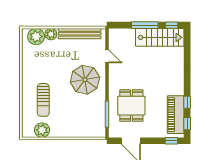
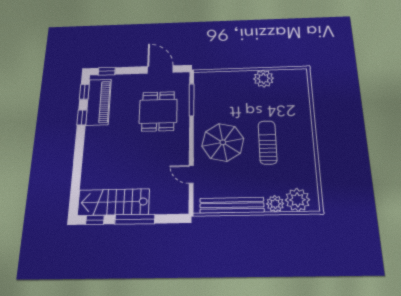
sun lounger: (43, 100) -> (268, 142), moved
plant: (42, 130) -> (264, 79), moved

